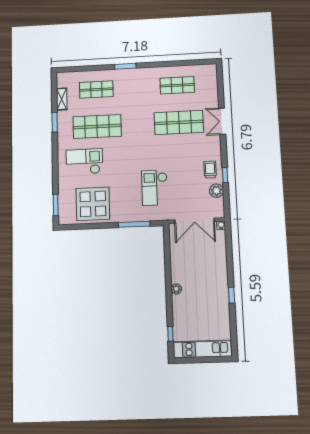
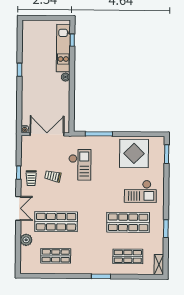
shelving: (62, 99) -> (159, 265), moved
double door: (222, 121) -> (18, 208), moved
trolley: (185, 173) -> (53, 176), added
plant: (216, 191) -> (26, 240), moved
kitchen unit: (202, 349) -> (63, 48), moved, turned 90

